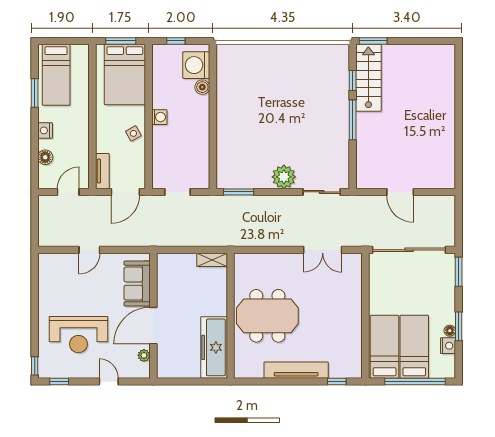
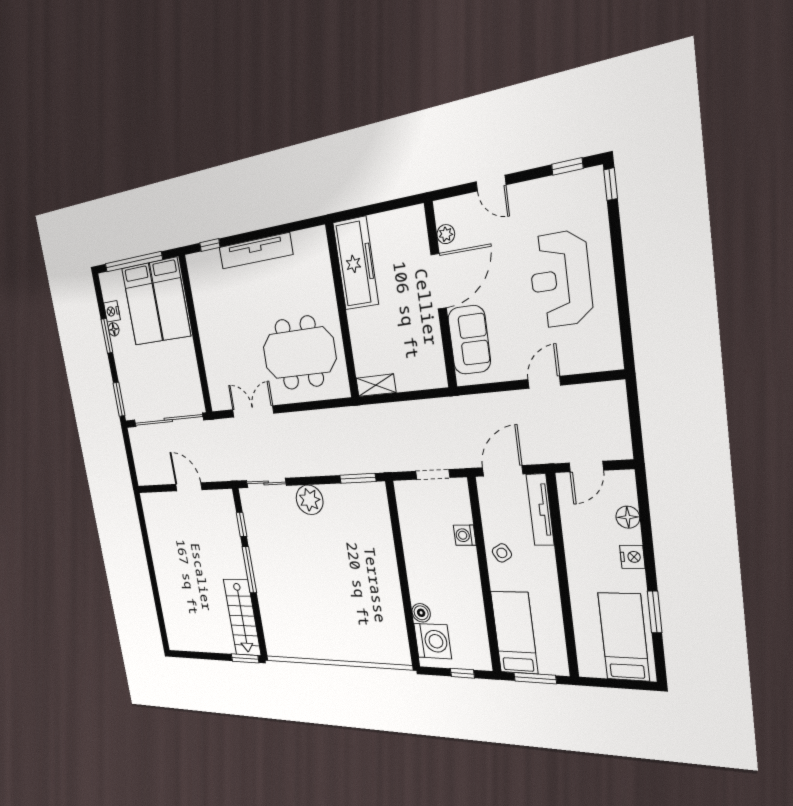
bed: (125, 75) -> (514, 633), width x0.67
window: (353, 80) -> (242, 525), moved
washing machine: (159, 117) -> (465, 535), moved
tv unit: (102, 171) -> (540, 510), width x1.41
meeting table: (267, 316) -> (299, 353), moved
reception desk: (78, 335) -> (560, 279), moved, turned -90

